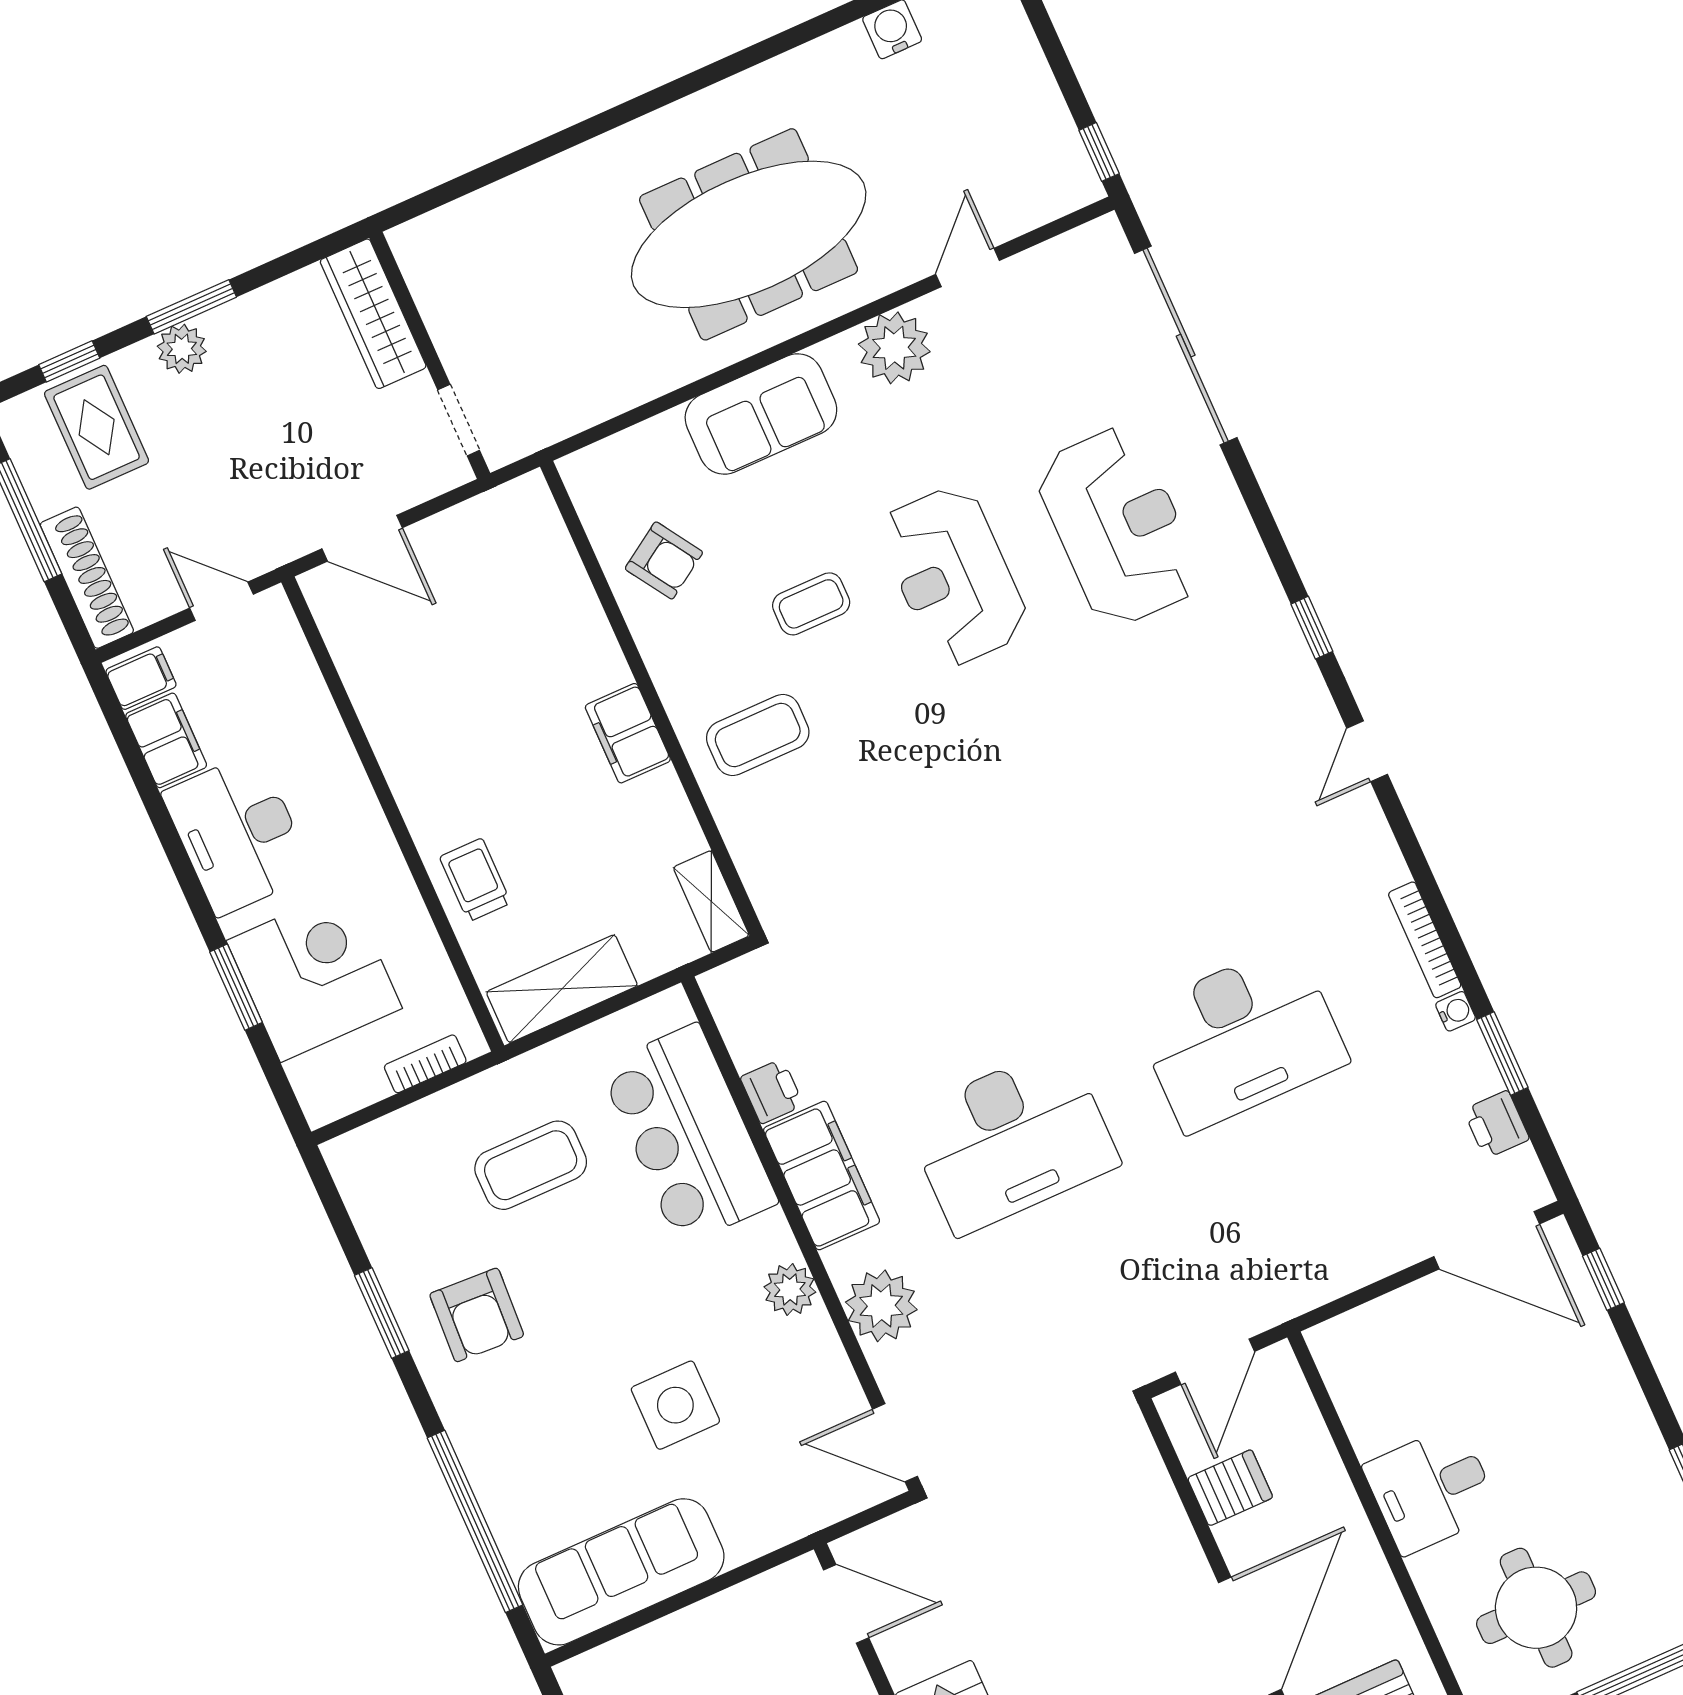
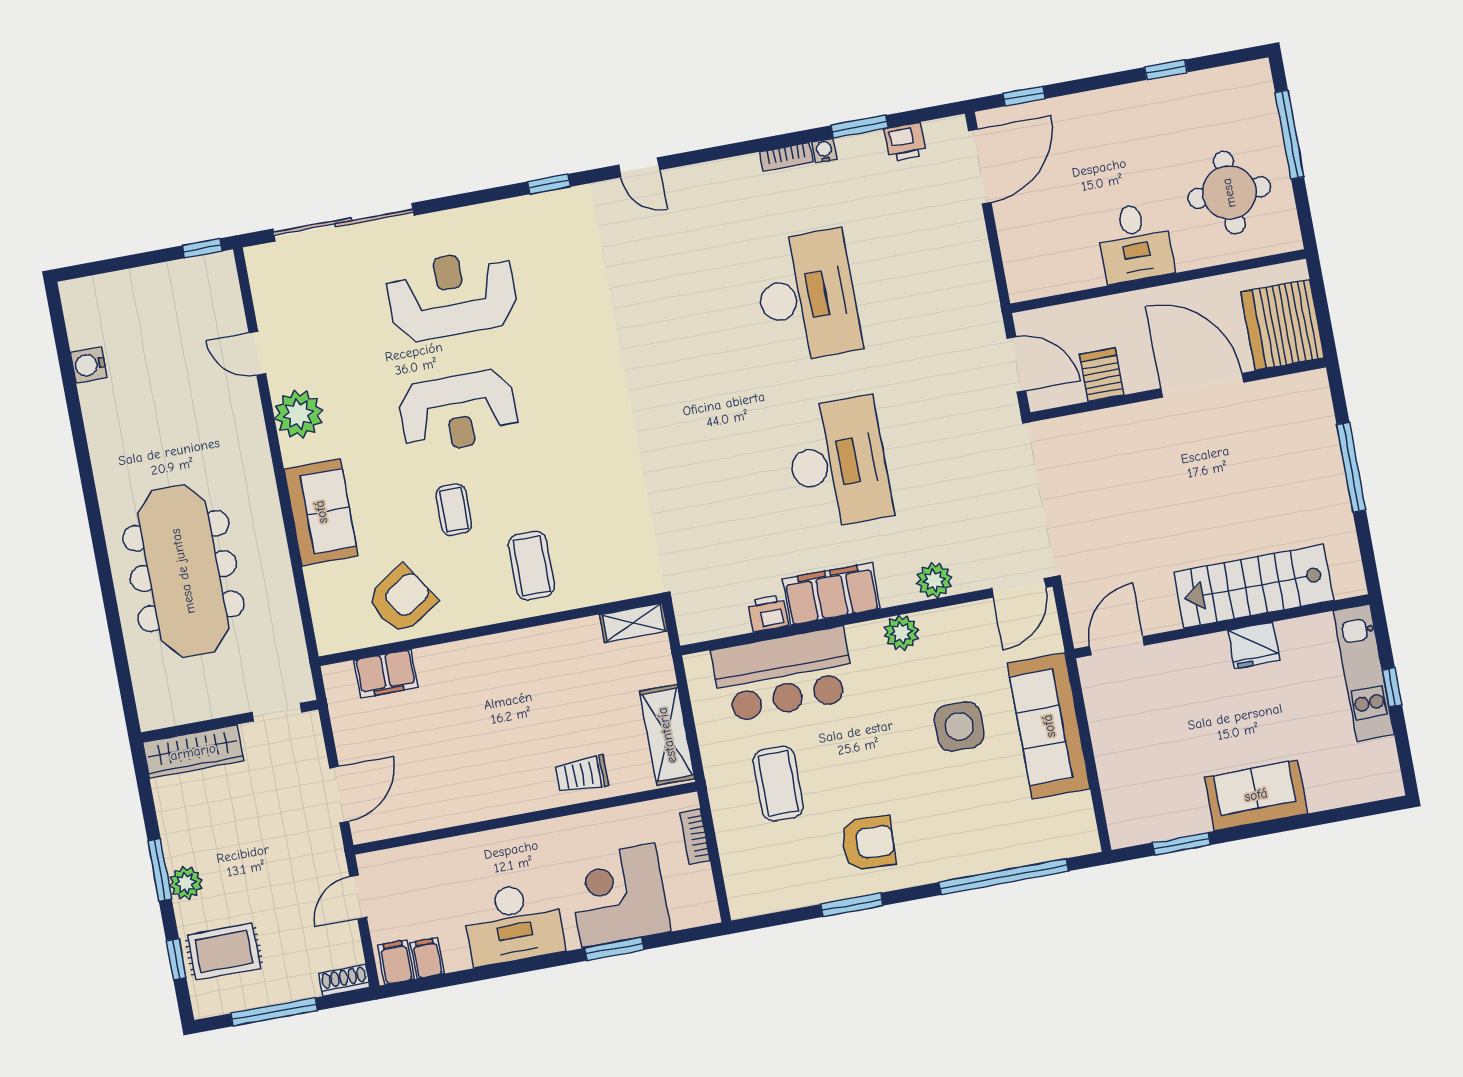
meeting table: (749, 234) -> (183, 571), moved
armchair: (664, 560) -> (402, 600), width x1.38, depth x1.38
shoe rack: (87, 578) -> (344, 980), width x0.51, depth x0.81
filing cabinet: (628, 733) -> (386, 674), moved
filing cabinet: (166, 740) -> (427, 958), width x0.50
bookcase: (1425, 940) -> (786, 157), width x0.64
plant: (881, 1306) -> (934, 580), width x0.73, depth x0.73
sofa: (621, 1572) -> (1049, 726), moved

